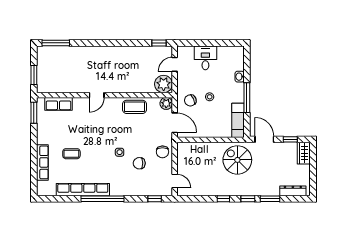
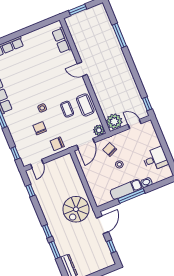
window: (56, 43) -> (119, 35), moved
desk: (205, 58) -> (155, 159), moved
window: (34, 113) -> (46, 23), removed
exam couch: (238, 120) -> (126, 189), moved
wardrobe: (304, 153) -> (104, 263), removed
coffee table: (71, 154) -> (67, 109), moved
spiral stairs: (237, 160) -> (76, 209), turned 180
window: (223, 199) -> (30, 191), moved

